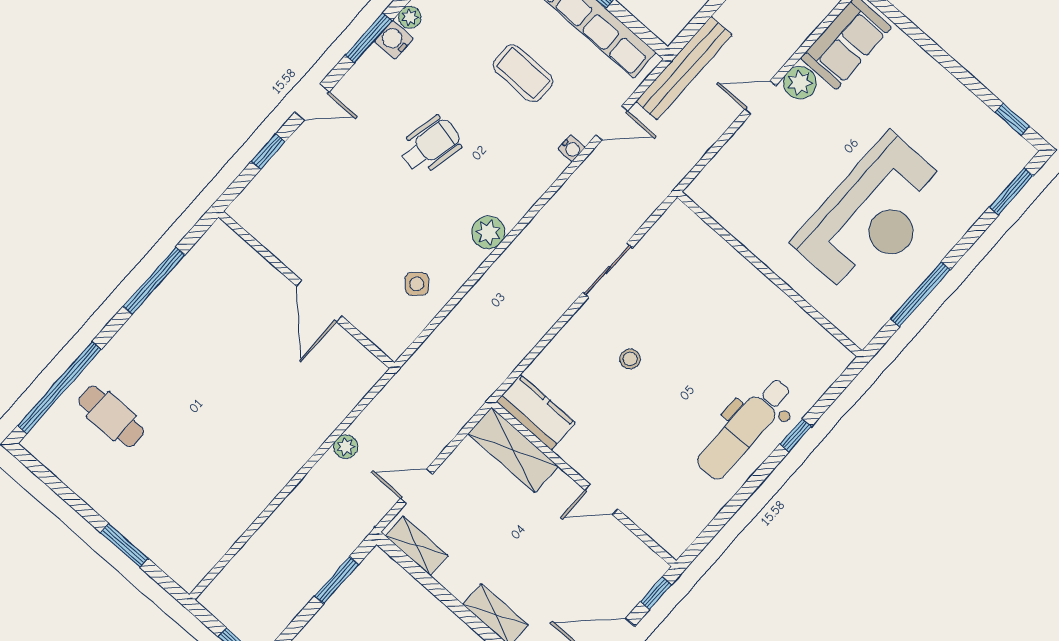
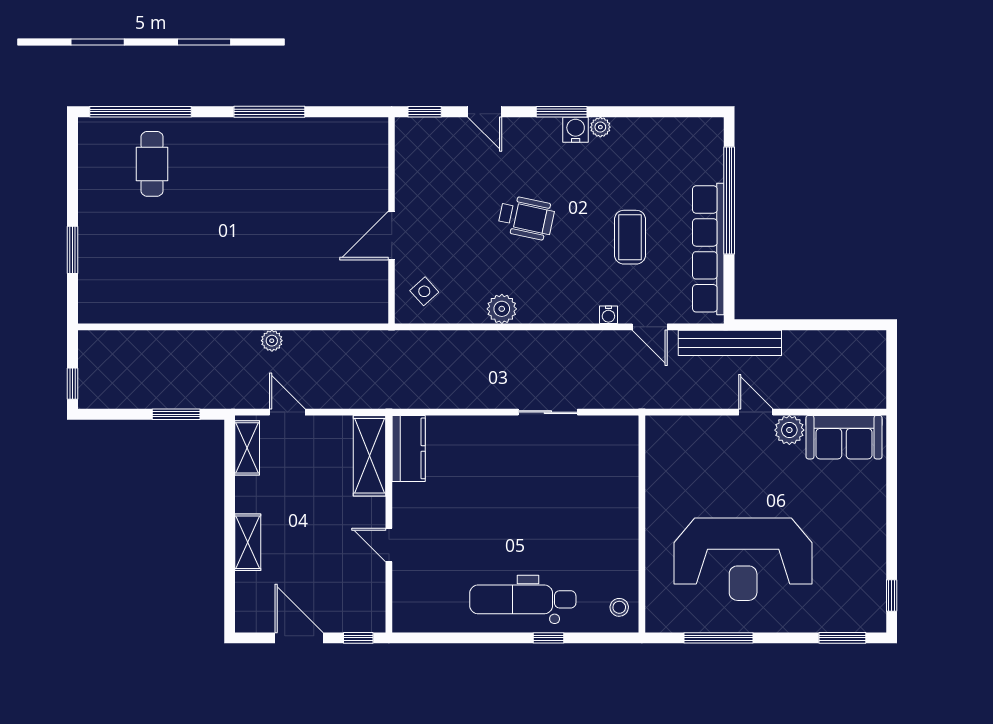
wall: (307, 290) -> (392, 220), moved
door: (319, 301) -> (392, 235), moved
stool: (630, 359) -> (619, 607), moved

